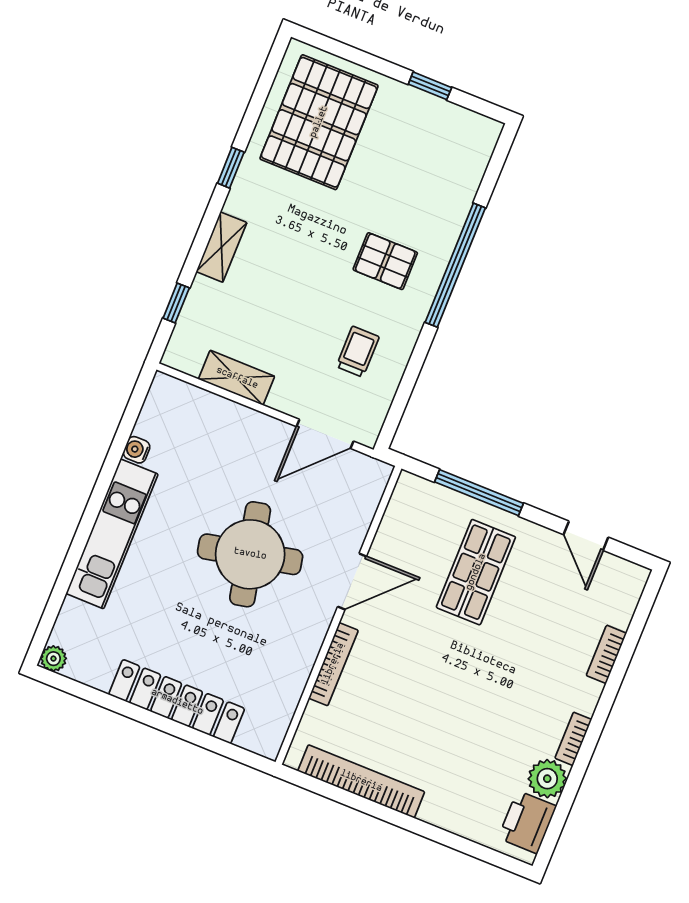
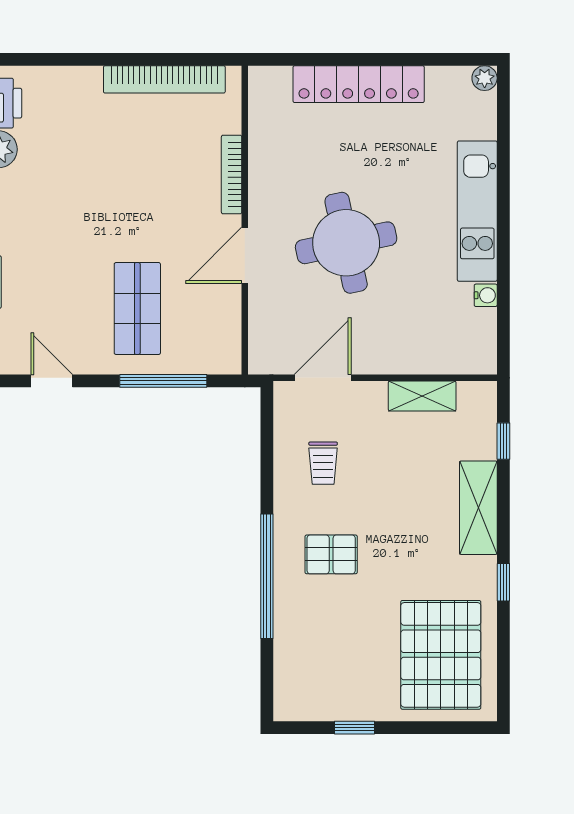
shelving: (221, 247) -> (478, 508), width x1.50, depth x1.33

